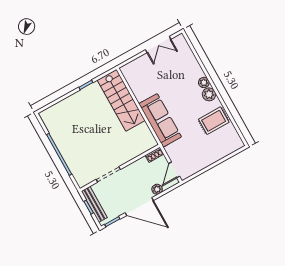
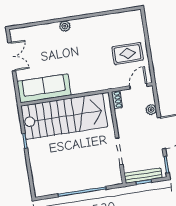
plant: (209, 94) -> (78, 25), removed
stairs: (121, 100) -> (64, 116), width x1.36, depth x1.51
sofa: (160, 120) -> (44, 88), moved
rug: (214, 121) -> (128, 53), moved, turned 90
door: (174, 170) -> (138, 86), swing flipped

